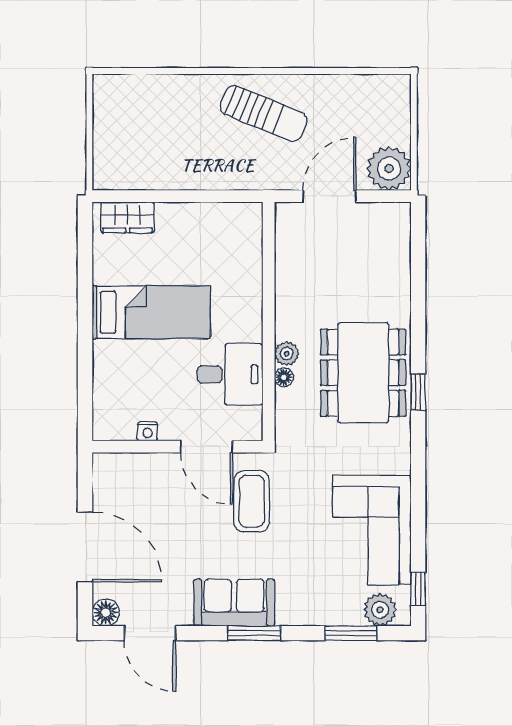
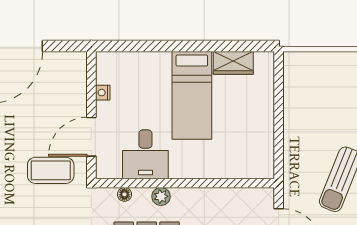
wardrobe: (127, 217) -> (233, 63), moved, turned -90
floor lamp: (284, 377) -> (124, 194), moved

